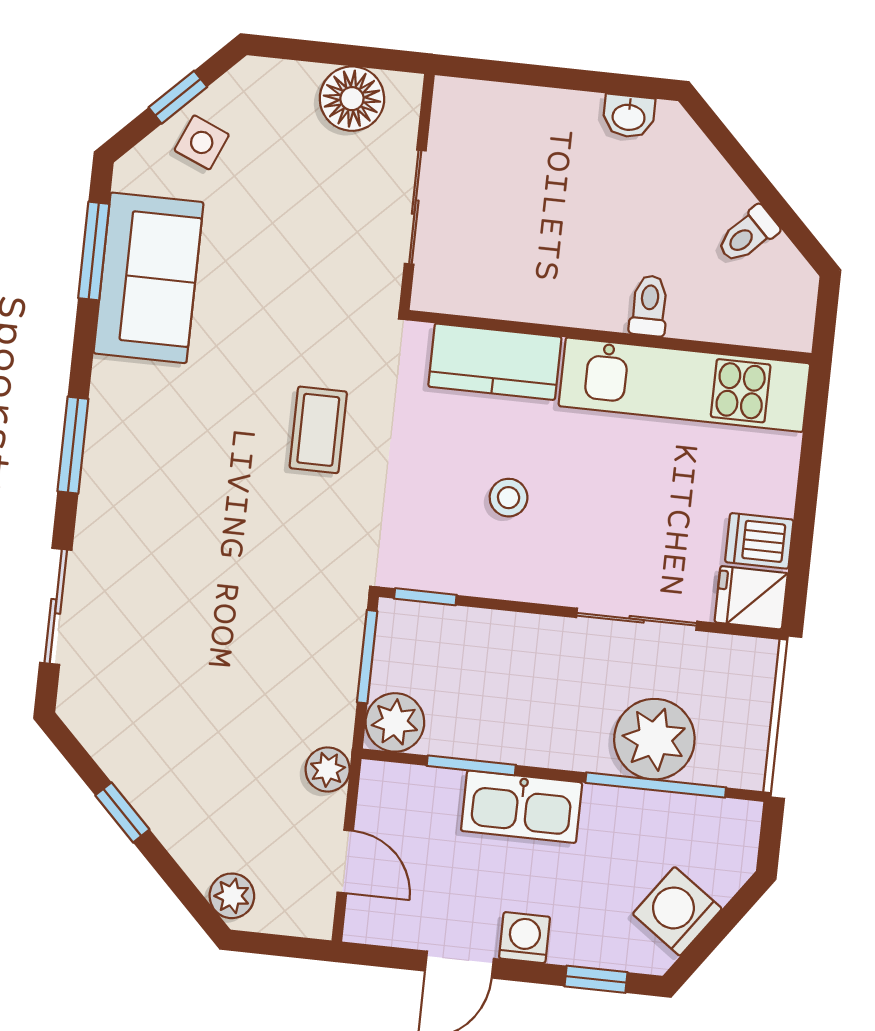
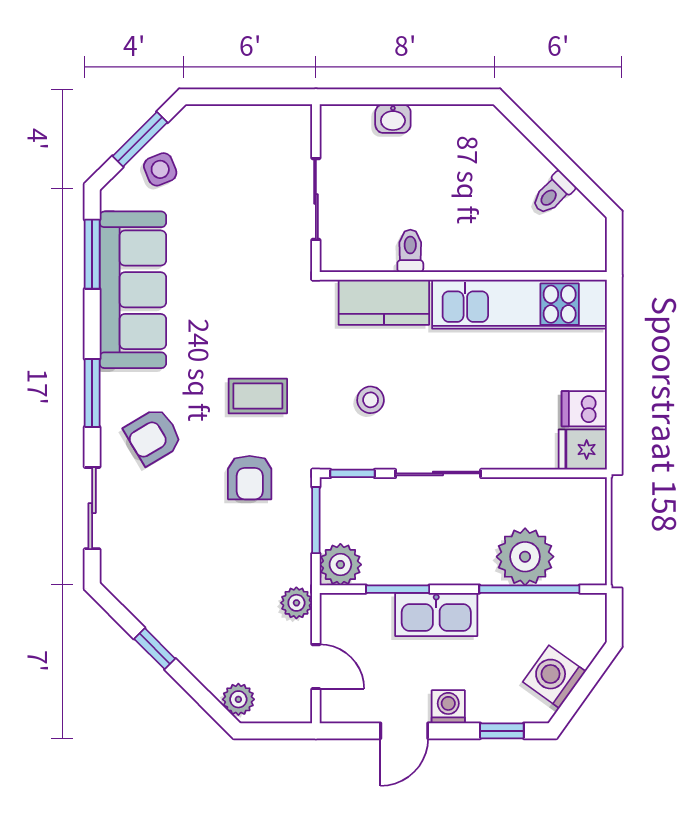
window: (178, 97) -> (140, 139), width x1.50
floor lamp: (352, 99) -> (263, 127), removed
washbasin: (629, 116) -> (393, 119), moved
side table: (202, 142) -> (160, 169), turned 45
sofa: (149, 278) -> (133, 290), width x1.36
toilet: (649, 306) -> (410, 251), moved
coffee table: (318, 430) -> (258, 396), moved, turned 90
stool: (509, 498) -> (371, 400), moved
armchair: (152, 515) -> (153, 436), added
armchair: (281, 587) -> (250, 478), added
sliding door: (637, 619) -> (438, 473), moved

